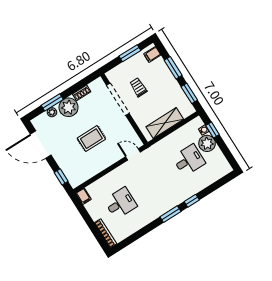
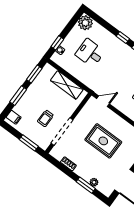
window: (130, 53) -> (29, 143), moved
plant: (69, 107) -> (85, 170), removed
rug: (91, 139) -> (103, 141), width x1.36, depth x1.43
plant: (207, 143) -> (85, 23), moved
door: (133, 154) -> (103, 101), swing flipped

